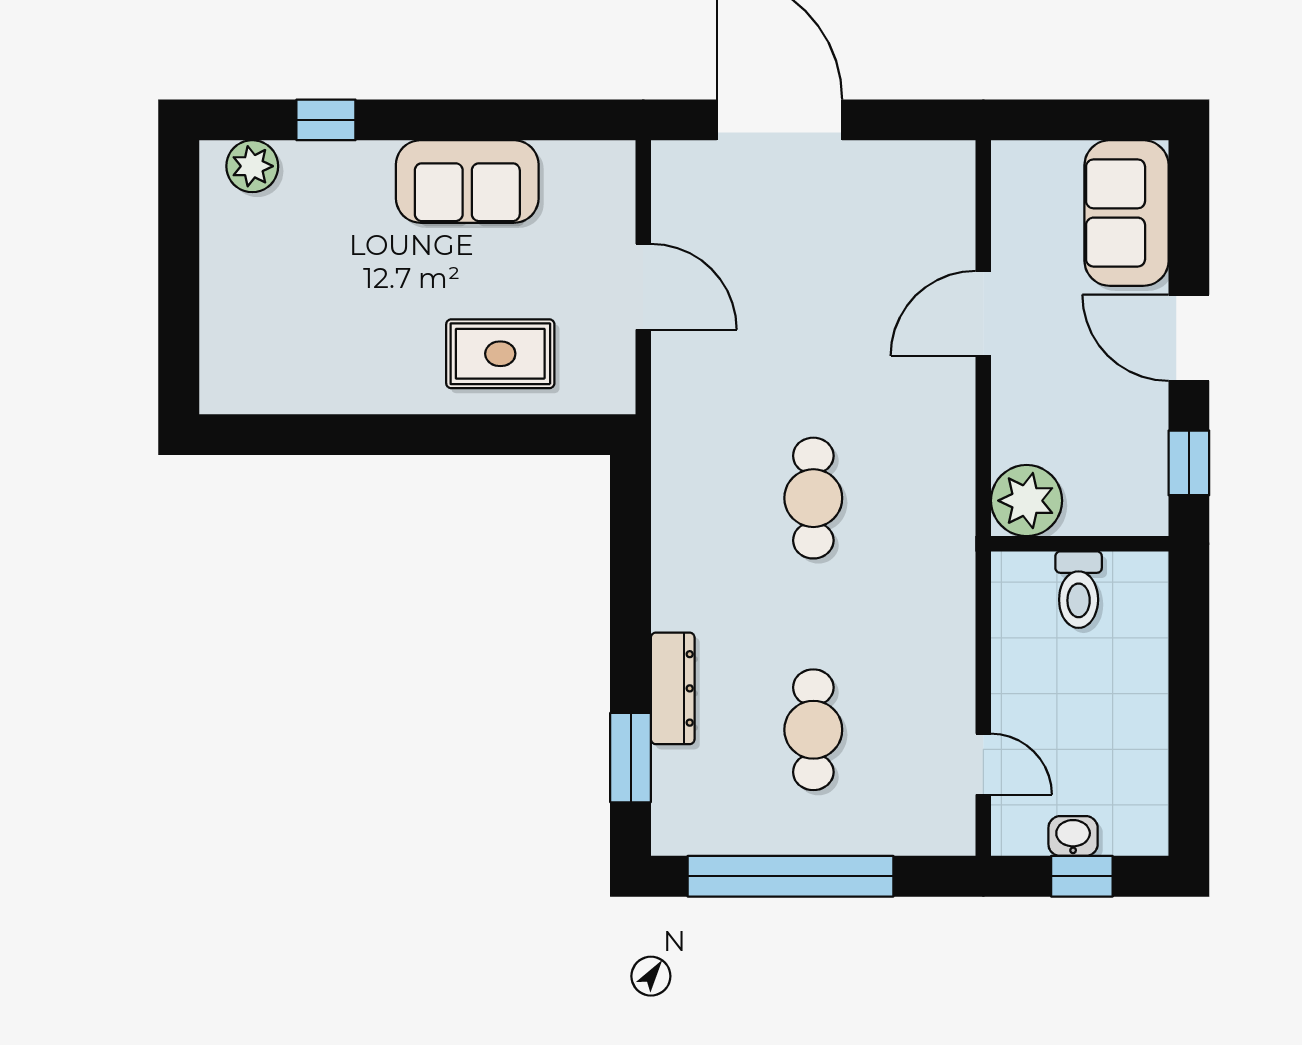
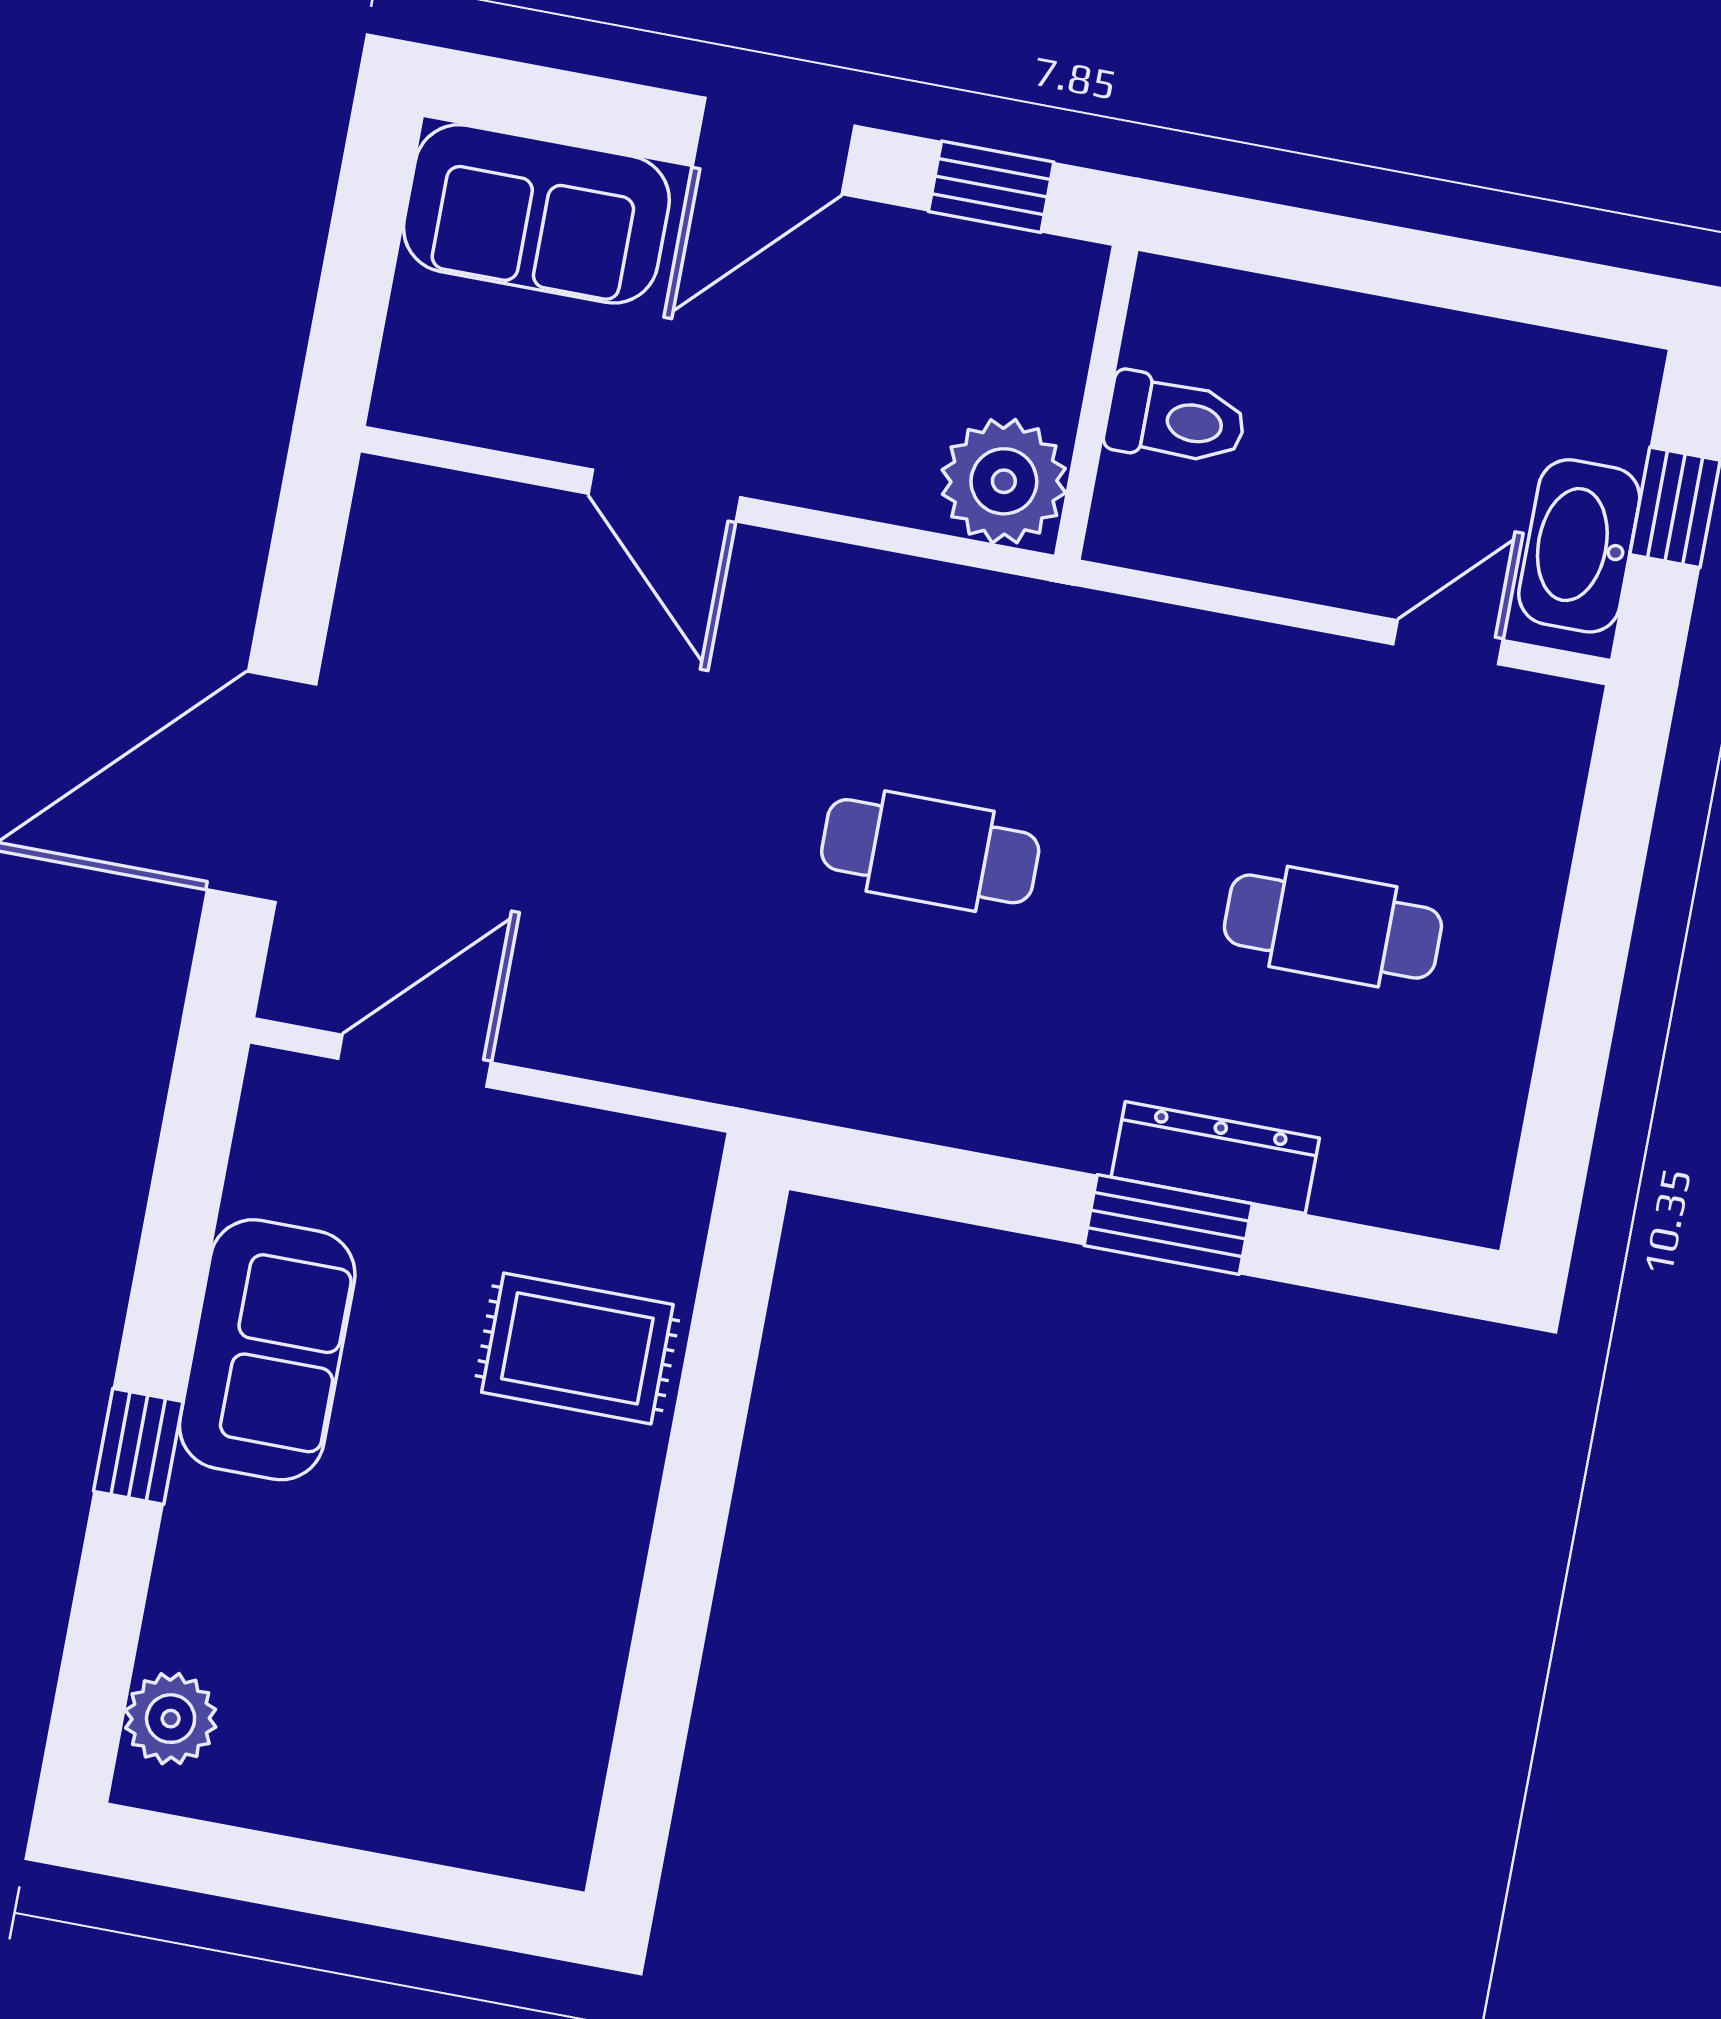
window: (326, 120) -> (138, 1446), moved
door: (643, 287) -> (415, 1061), moved
rug: (500, 354) -> (577, 1348), turned 90
window: (631, 758) -> (1168, 1225), moved
washbasin: (1073, 836) -> (1579, 546), width x1.91, depth x1.45
window: (790, 876) -> (1580, 1014), removed

